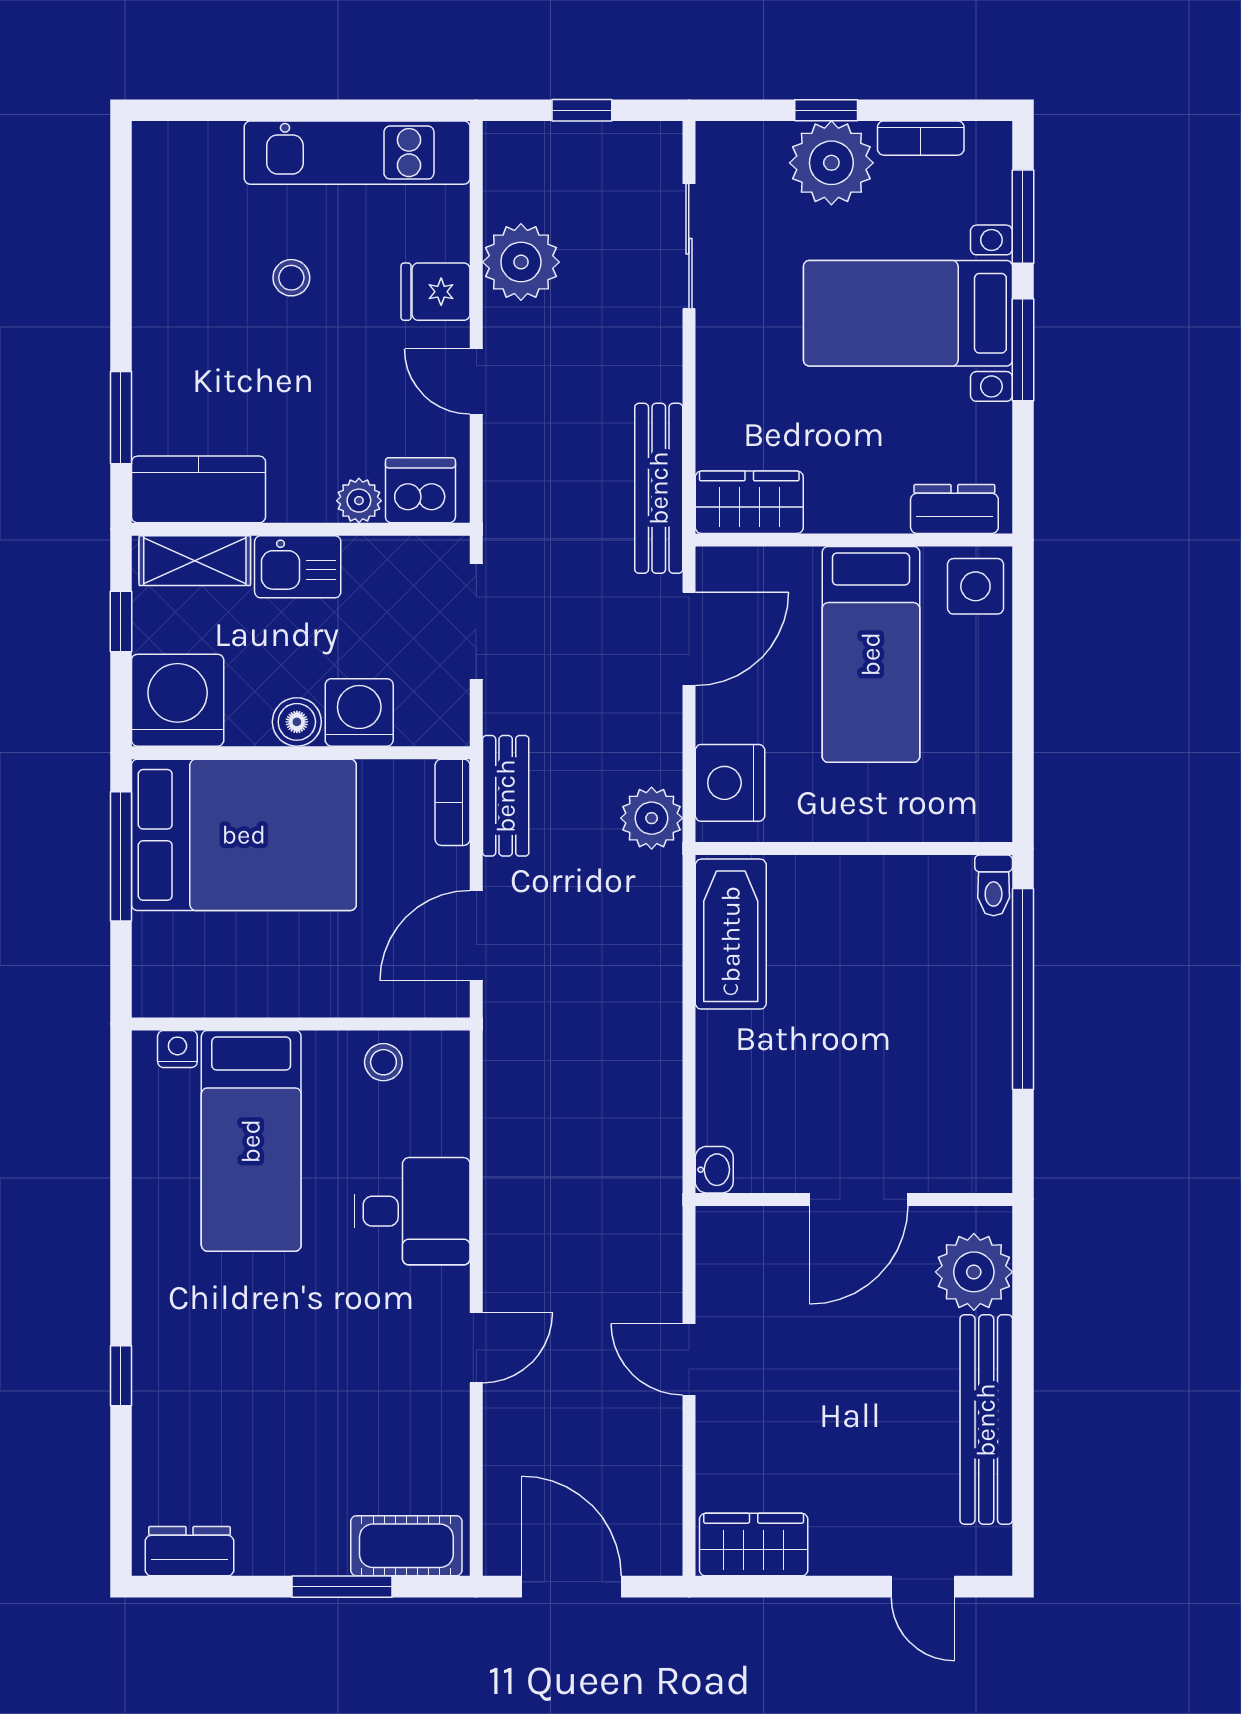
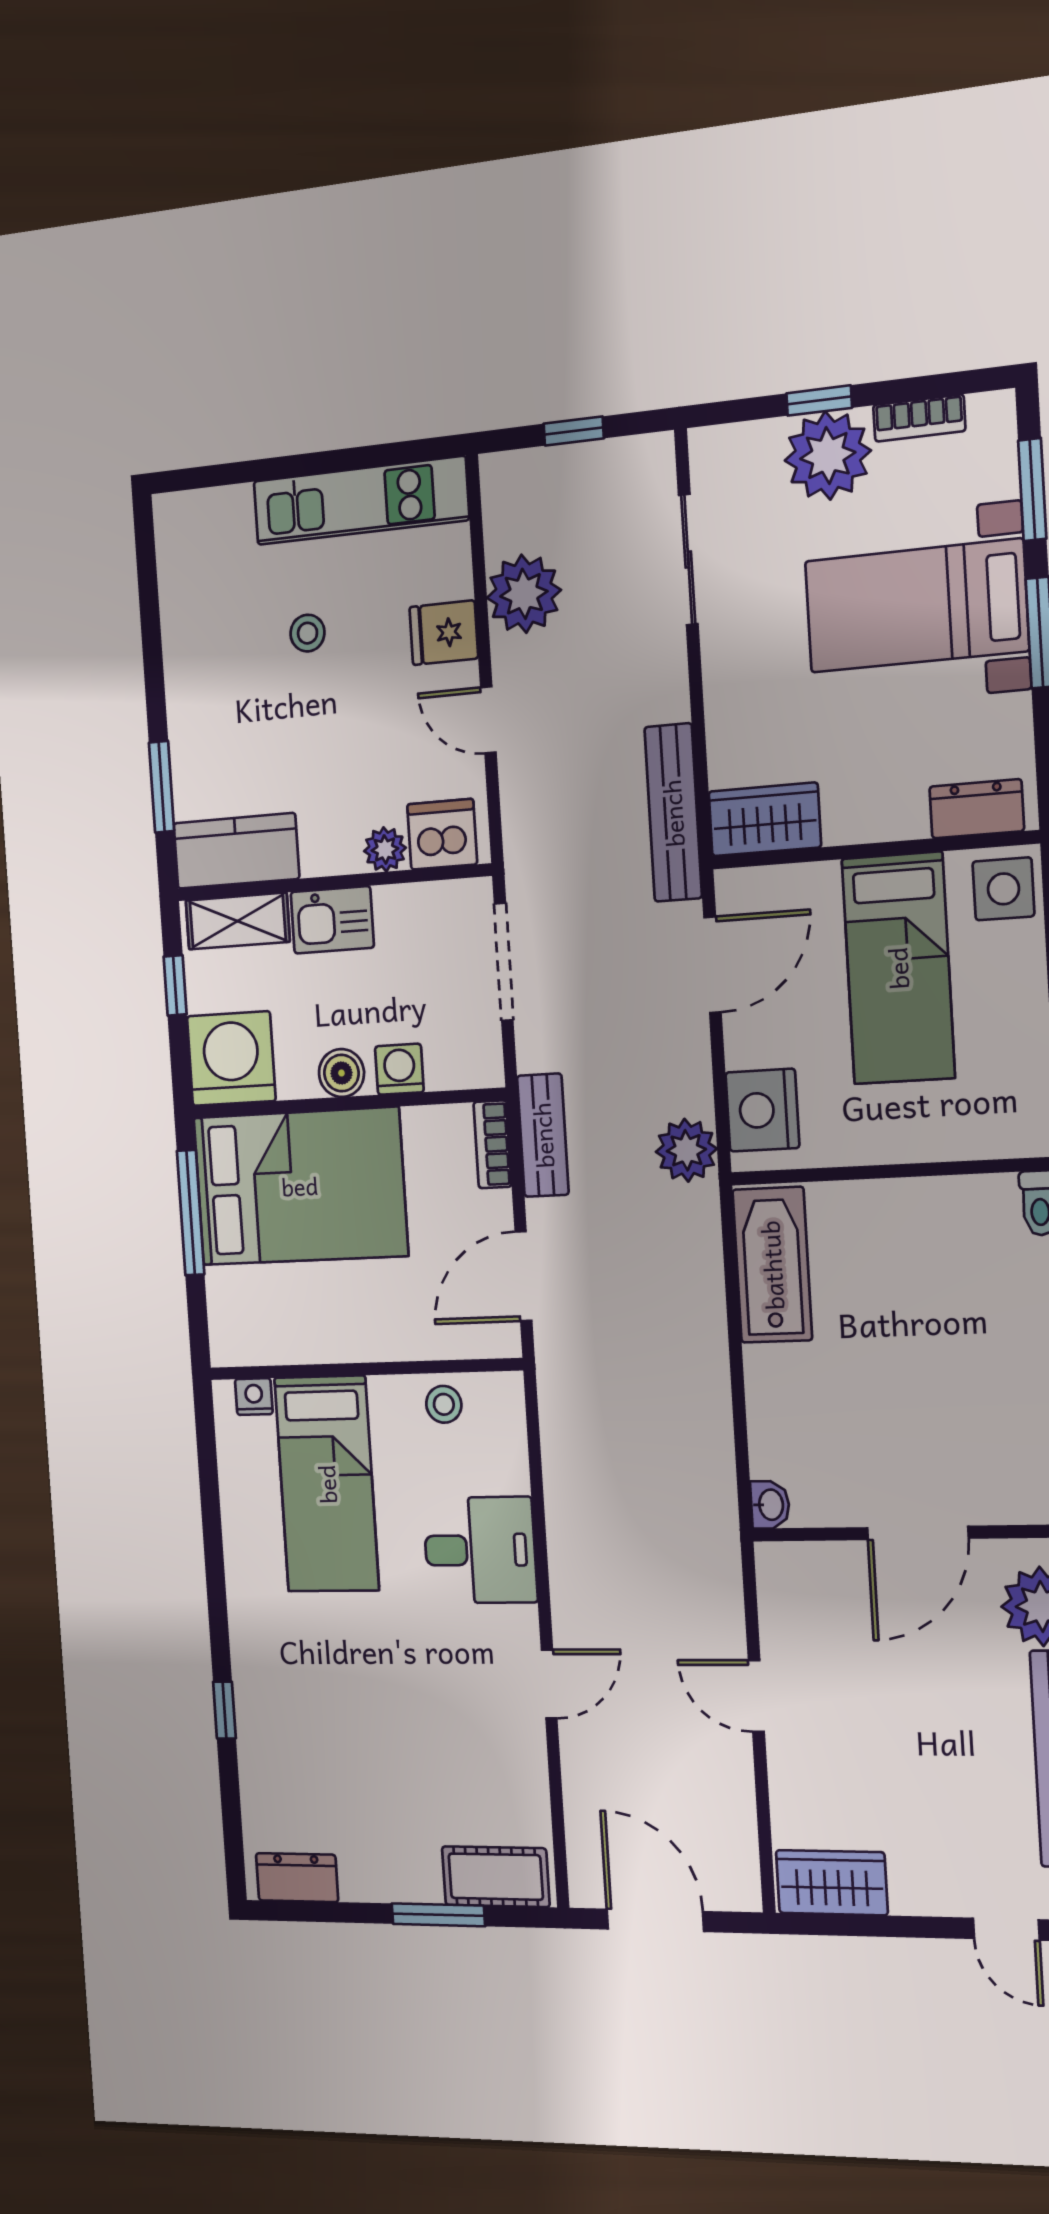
washing machine: (359, 712) -> (399, 1069), width x0.73, depth x0.73

